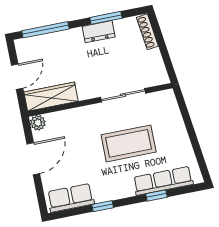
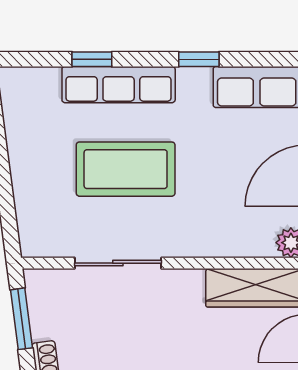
window: (166, 58) -> (21, 319), added
row of seats: (163, 181) -> (119, 85), moved

